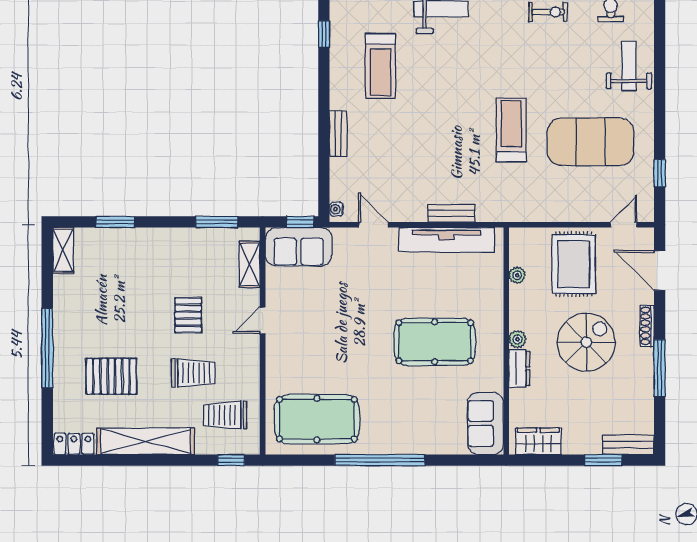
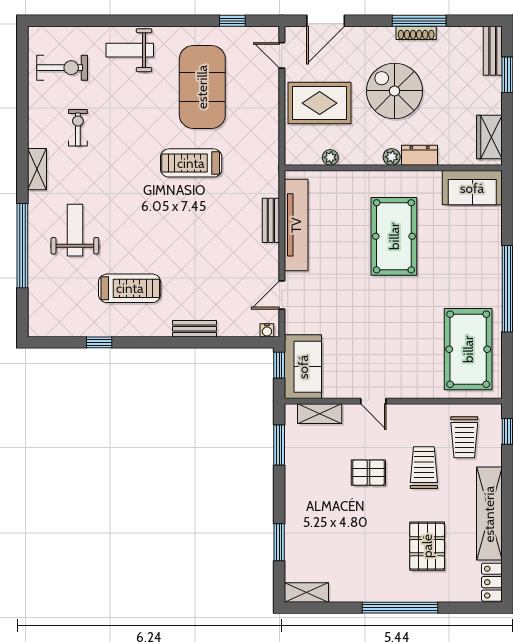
shoe rack: (647, 326) -> (416, 33), moved

